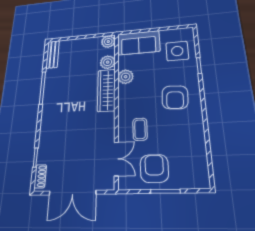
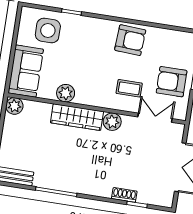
plant: (108, 62) -> (112, 122), moved
armchair: (175, 97) -> (130, 40), moved
shoe rack: (40, 176) -> (124, 195), moved

